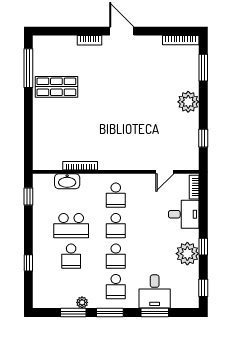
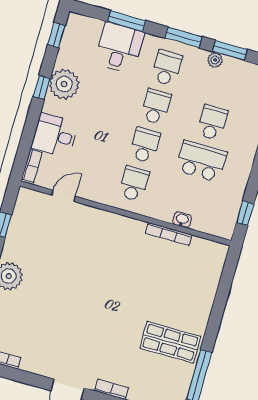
washbasin: (67, 181) -> (182, 220), width x0.52, depth x0.69

